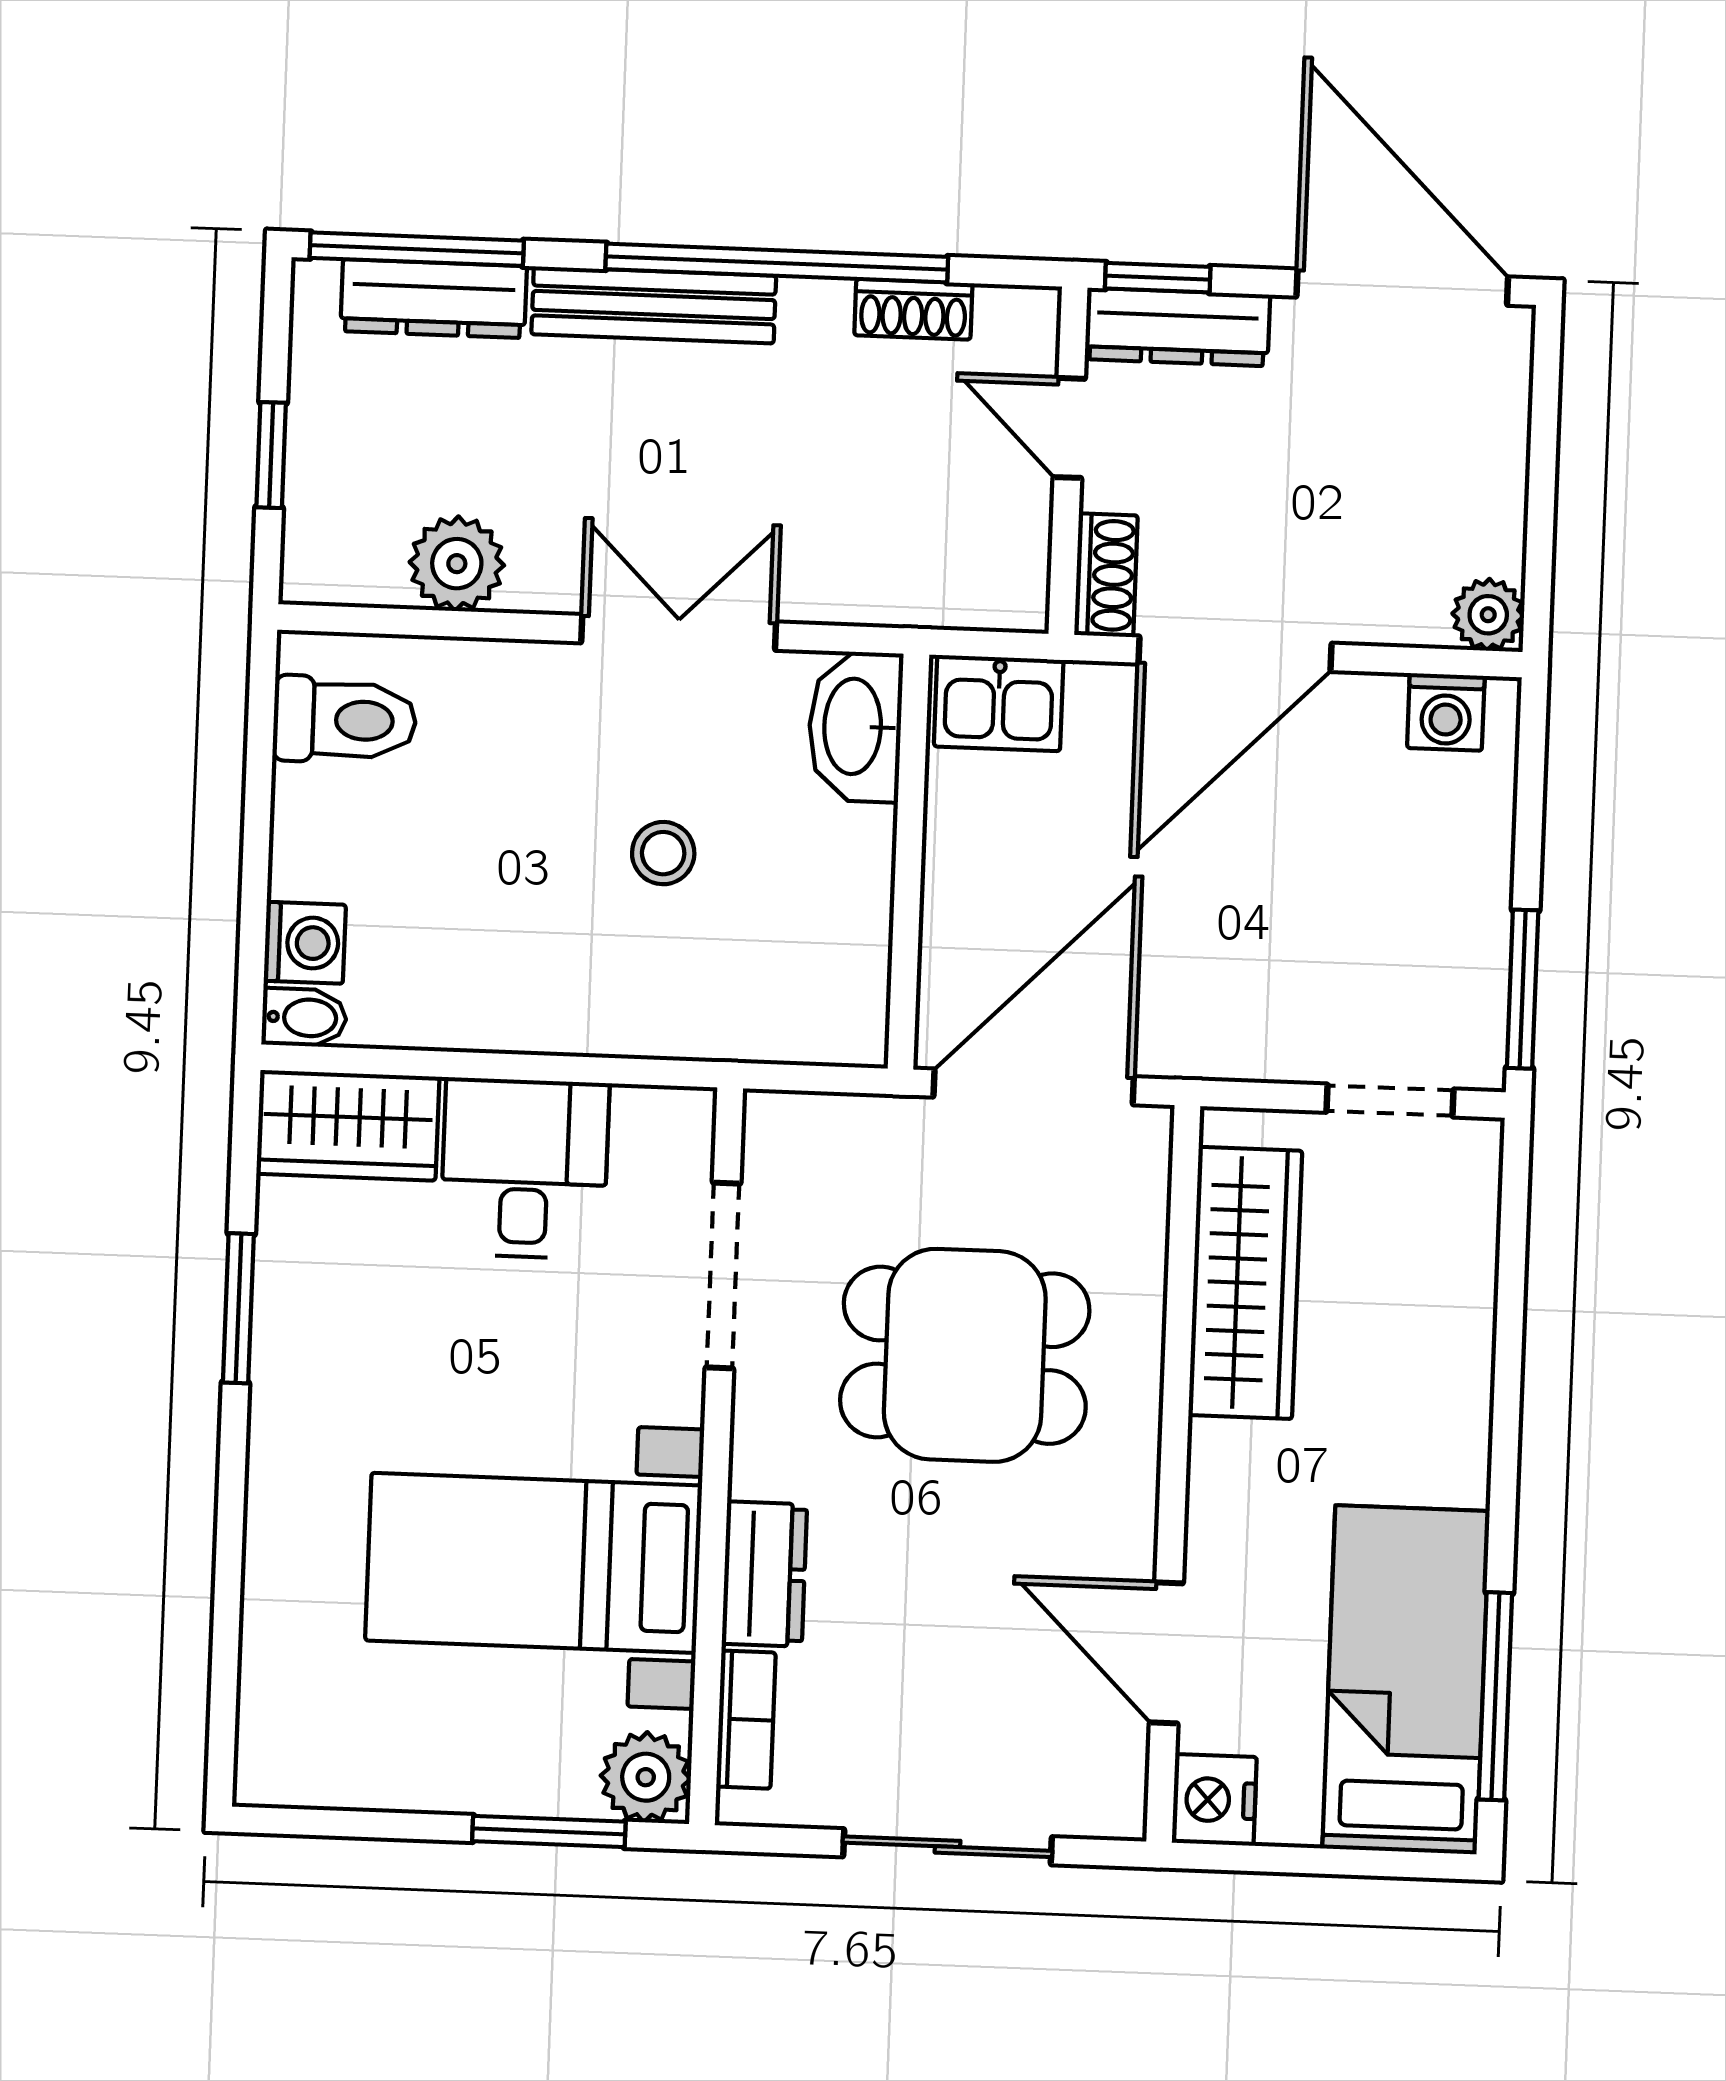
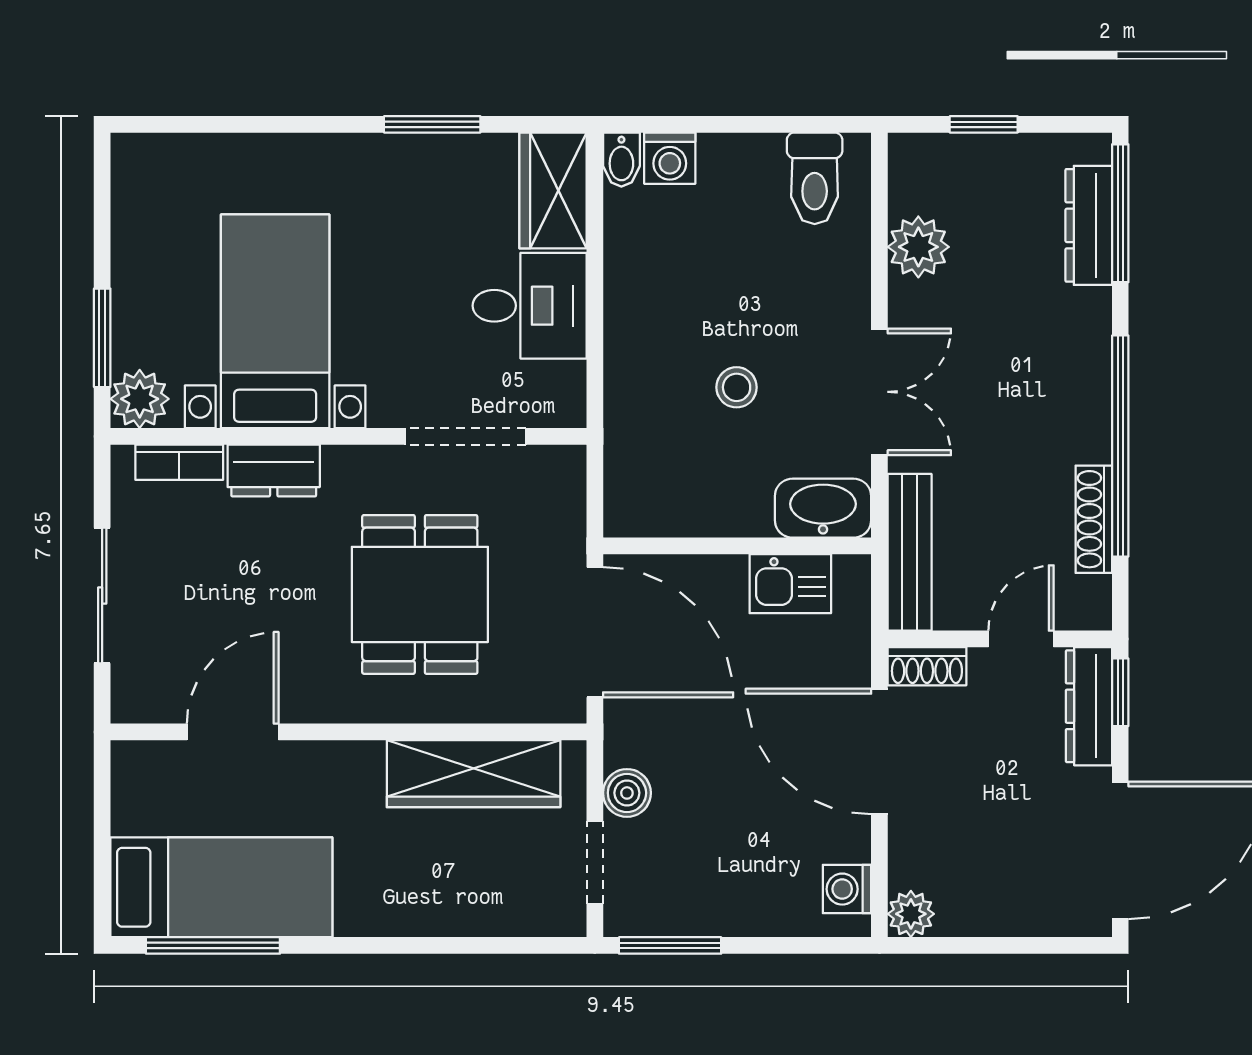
bench: (654, 305) -> (910, 552), moved
shoe rack: (913, 309) -> (1094, 519), width x1.43
kitchen sink: (999, 703) -> (790, 584), moved, turned -90
boiler: (1284, 1047) -> (627, 793), added
nightstand: (1214, 1800) -> (139, 767), removed

